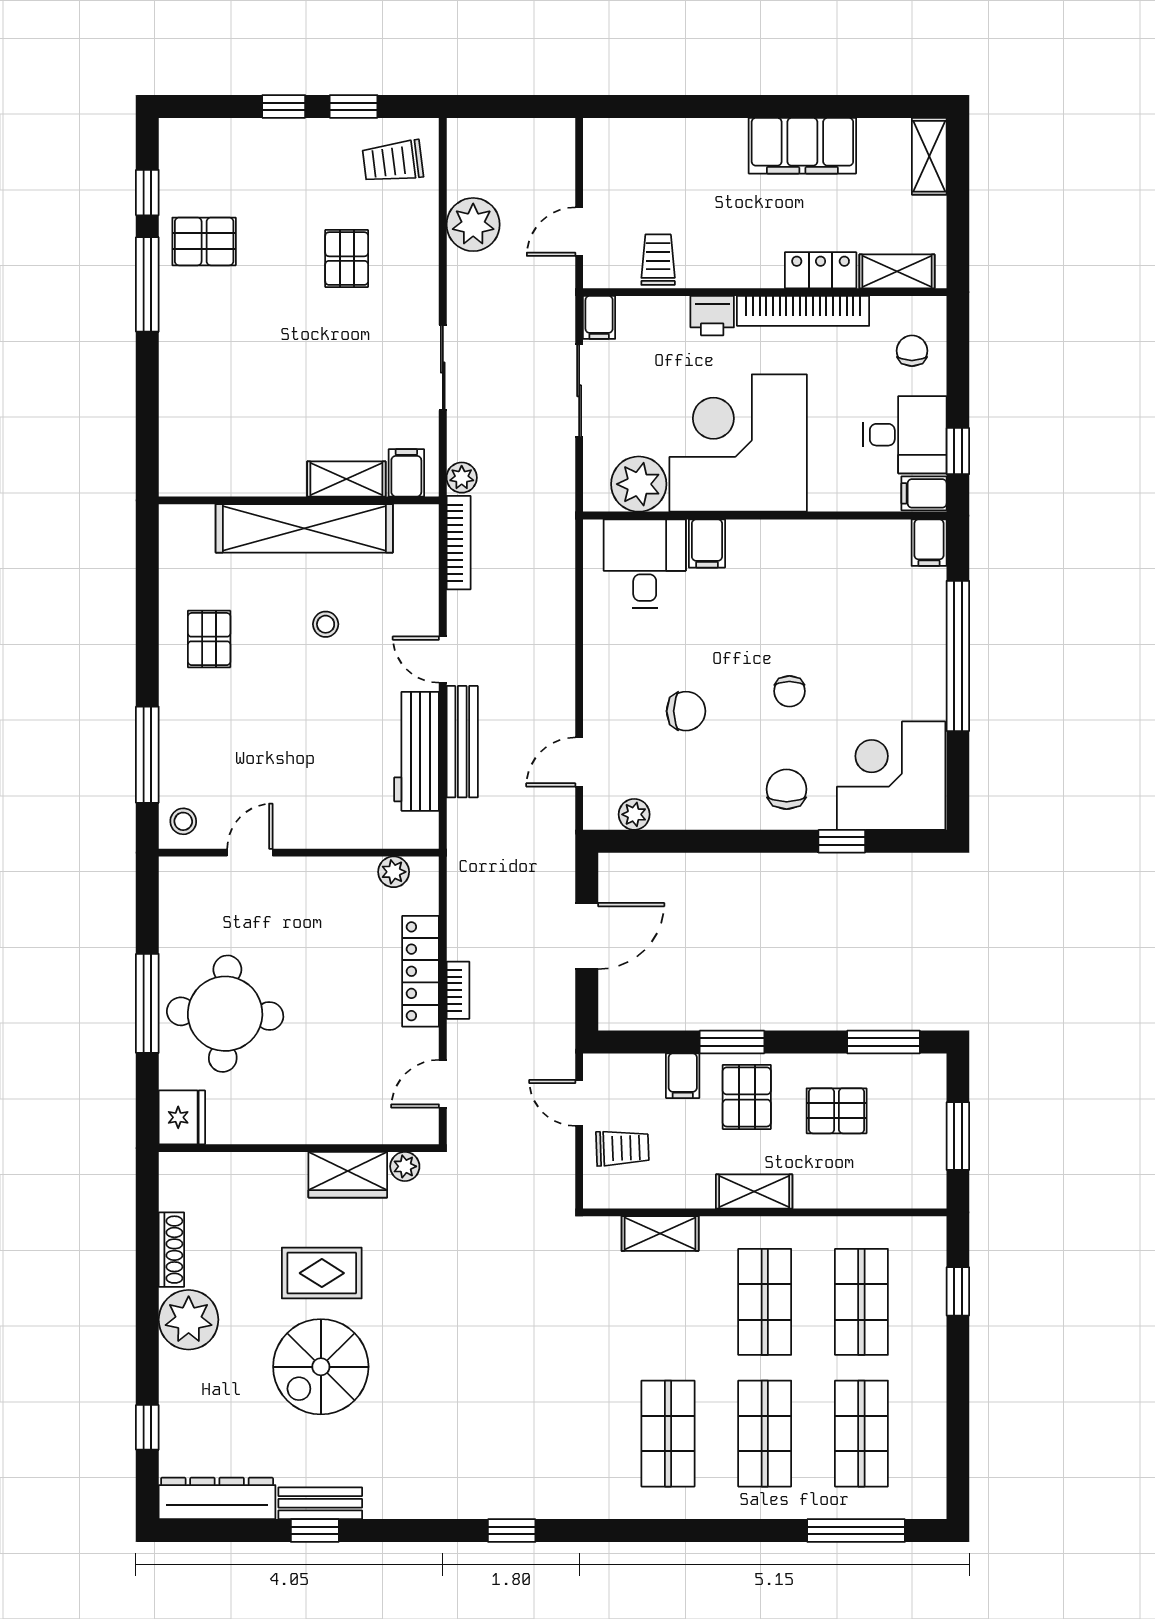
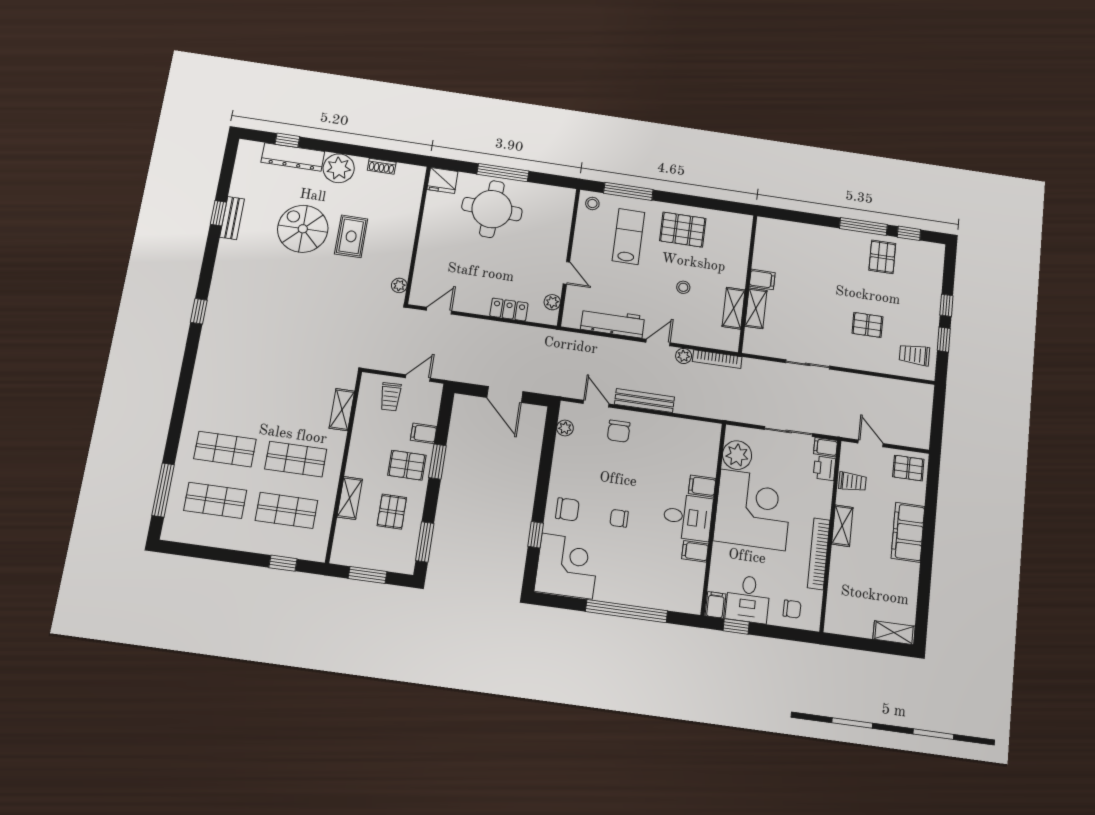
filing cabinet: (802, 146) -> (908, 532), moved
pallet: (616, 155) -> (908, 468), added
trolley: (393, 162) -> (914, 355), turned -83
plant: (473, 225) -> (879, 390), removed
locker: (821, 270) -> (839, 566), removed
shelving: (897, 271) -> (842, 526), moved
printer: (712, 316) -> (824, 468), moved
filing cabinet: (406, 473) -> (762, 279), moved
plant: (462, 478) -> (684, 356), moved
shelving: (304, 528) -> (734, 308), width x0.45, depth x0.75
filing cabinet: (929, 543) -> (695, 551), moved
desk: (645, 564) -> (688, 517), moved
pallet: (209, 639) -> (683, 230), width x1.50, depth x1.42
chair: (686, 711) -> (619, 431), moved
bench: (462, 742) -> (644, 401), moved
lab bench: (240, 743) -> (628, 237), added
door: (250, 853) -> (566, 273), moved
locker: (421, 971) -> (509, 310), width x0.66
bookcase: (458, 990) -> (486, 325), removed
door: (443, 1084) -> (439, 311), hinge flipped
wardrobe: (348, 1175) -> (400, 257), removed
shelving: (754, 1191) -> (350, 498), moved
shoe rack: (171, 1250) -> (382, 166), width x0.70
shop shelf: (668, 1434) -> (235, 399), removed
dresser: (217, 1498) -> (293, 157), moved, turned 90

